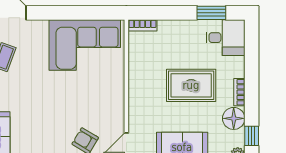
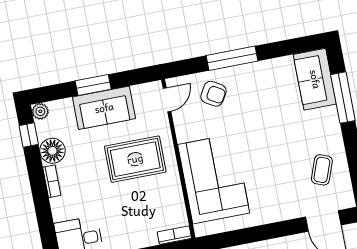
corner sofa: (85, 45) -> (214, 179), moved, turned 90
rug: (191, 85) -> (135, 159), moved

